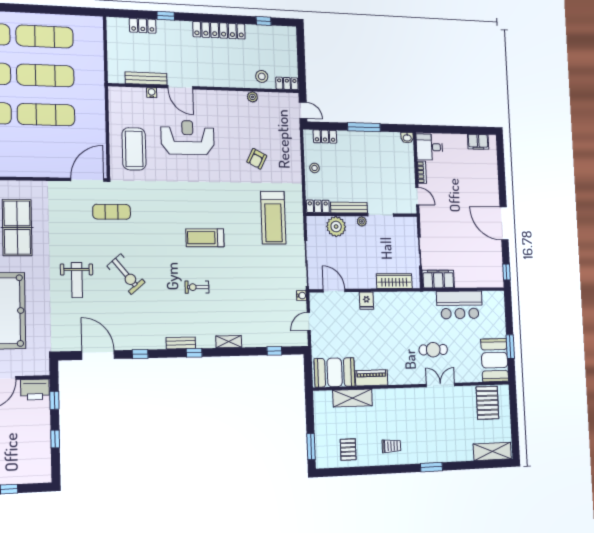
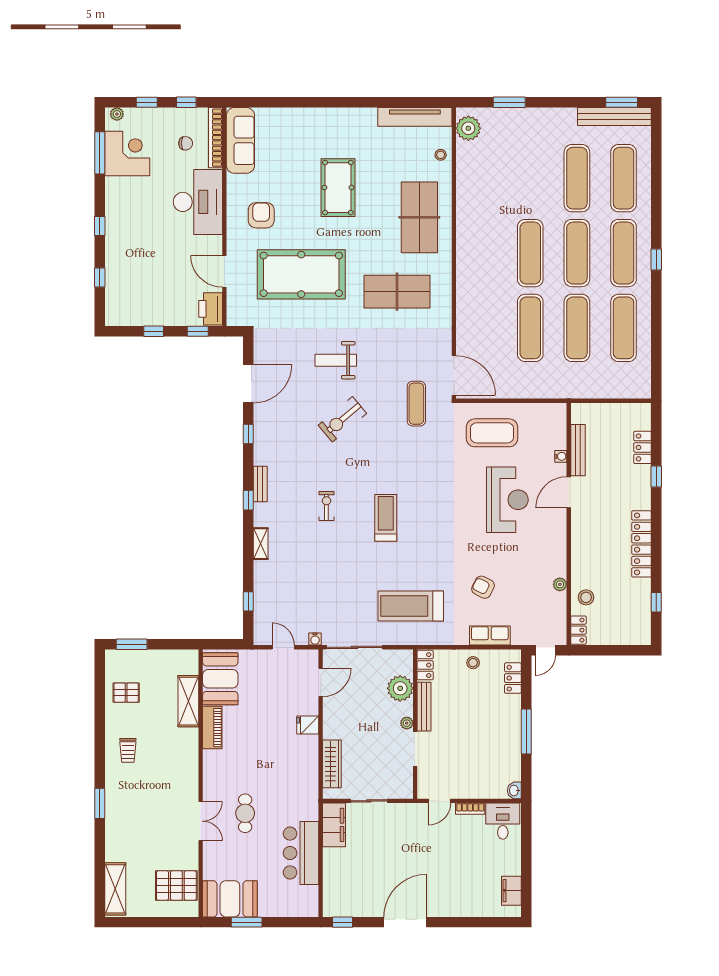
row of seats: (294, 154) -> (490, 636), added

